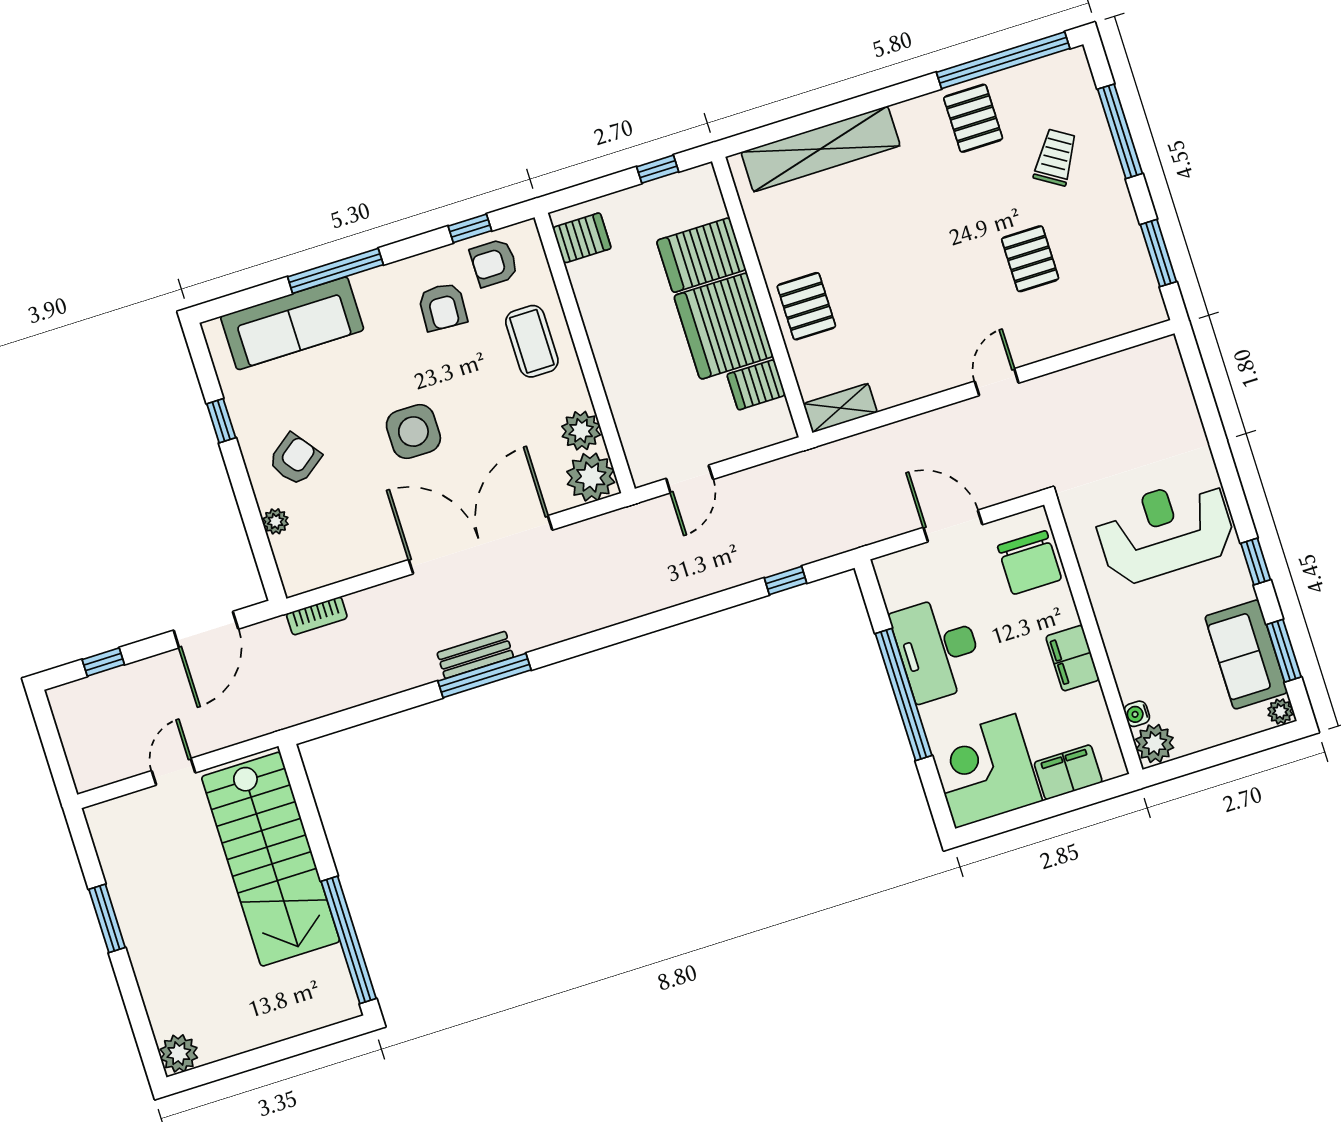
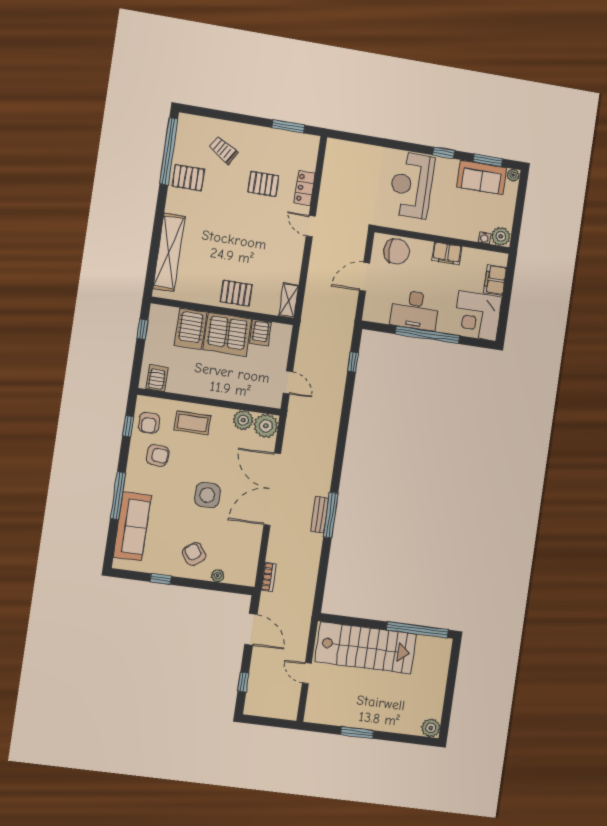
window: (1120, 131) -> (226, 116), removed
locker: (1061, 337) -> (305, 188), added

